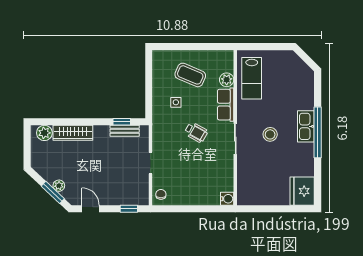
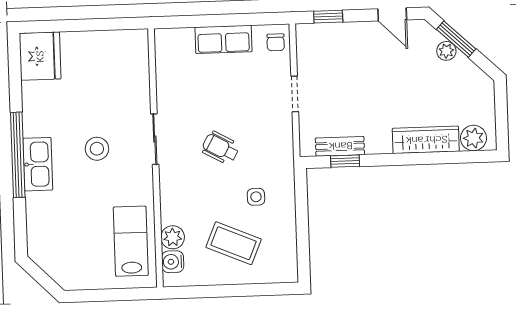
row of seats: (226, 105) -> (224, 39), moved, turned 90
water cooler: (227, 199) -> (173, 262), moved

